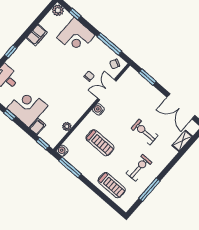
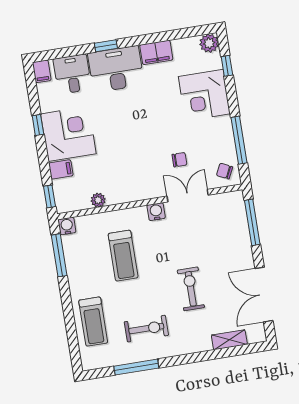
desk: (24, 58) -> (116, 69), added
window: (147, 77) -> (252, 222), width x1.44

